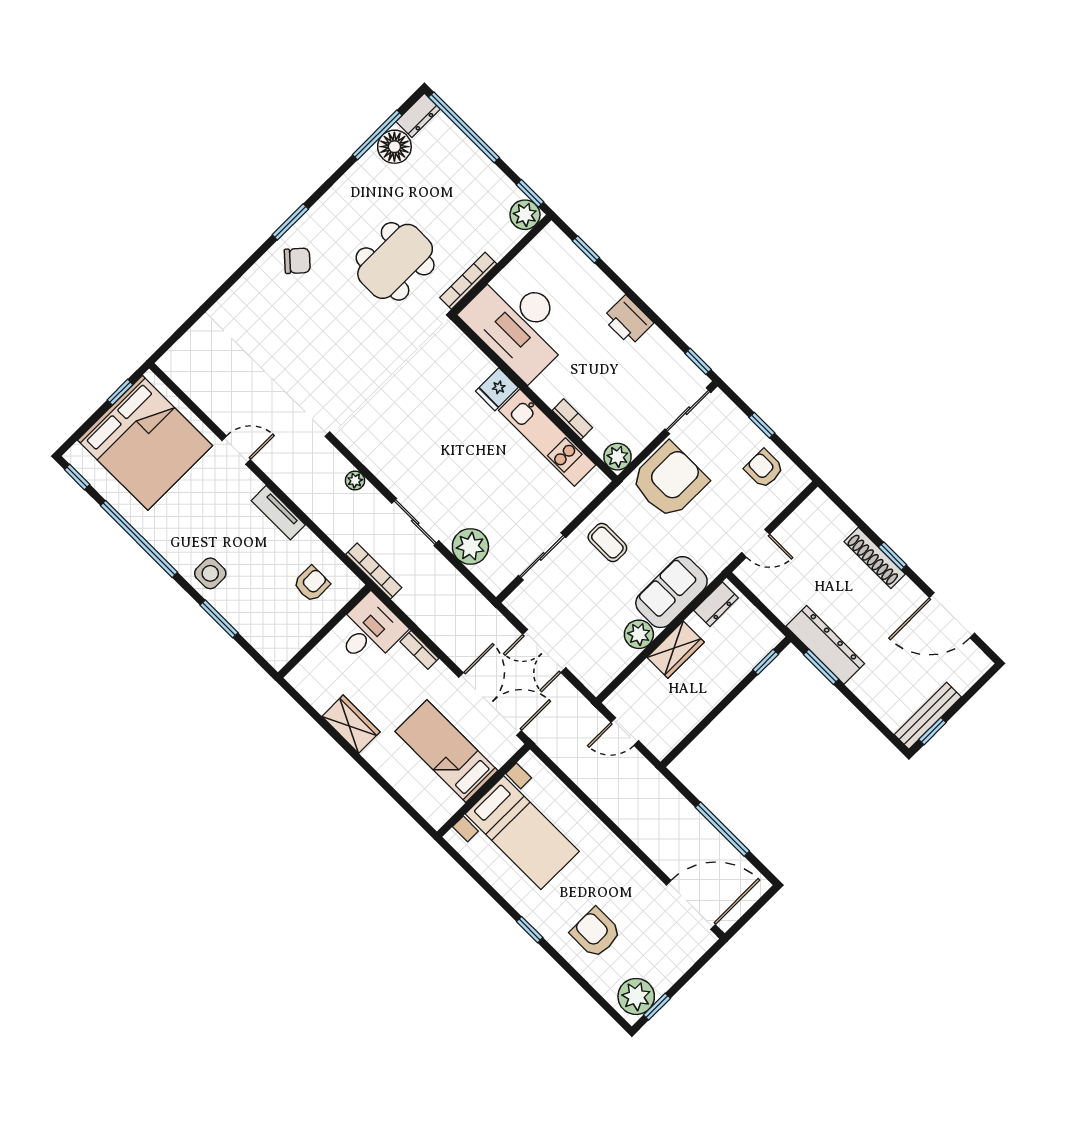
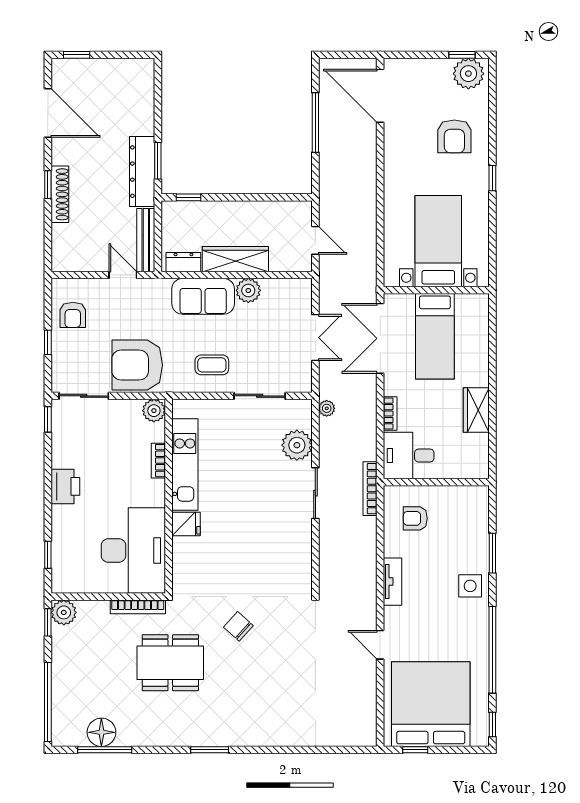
dresser: (418, 115) -> (68, 737), removed
chair: (297, 261) -> (238, 626), moved
plant: (355, 481) -> (327, 408), moved
coffee table: (607, 543) -> (212, 365), turned 90
wardrobe: (676, 650) -> (235, 259), width x1.50
bench: (928, 716) -> (146, 240), moved, turned 90
window: (932, 731) -> (77, 55), moved

